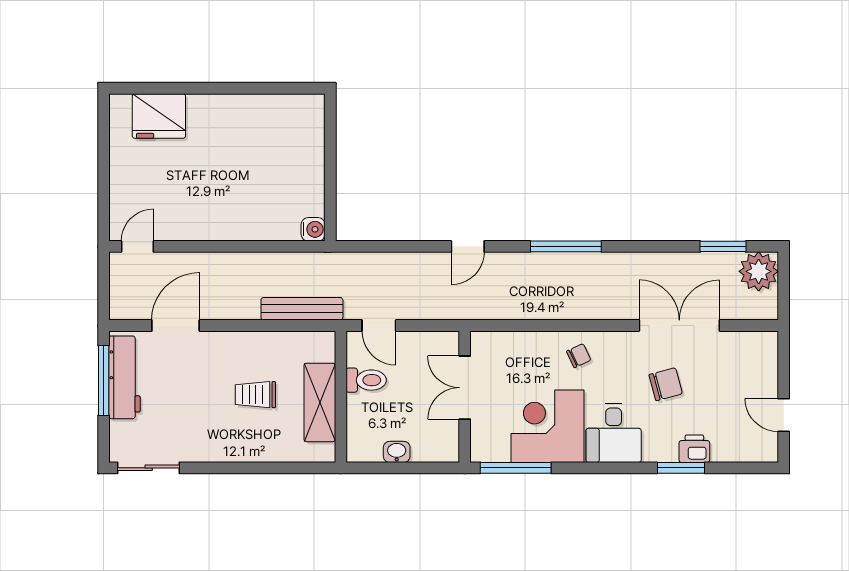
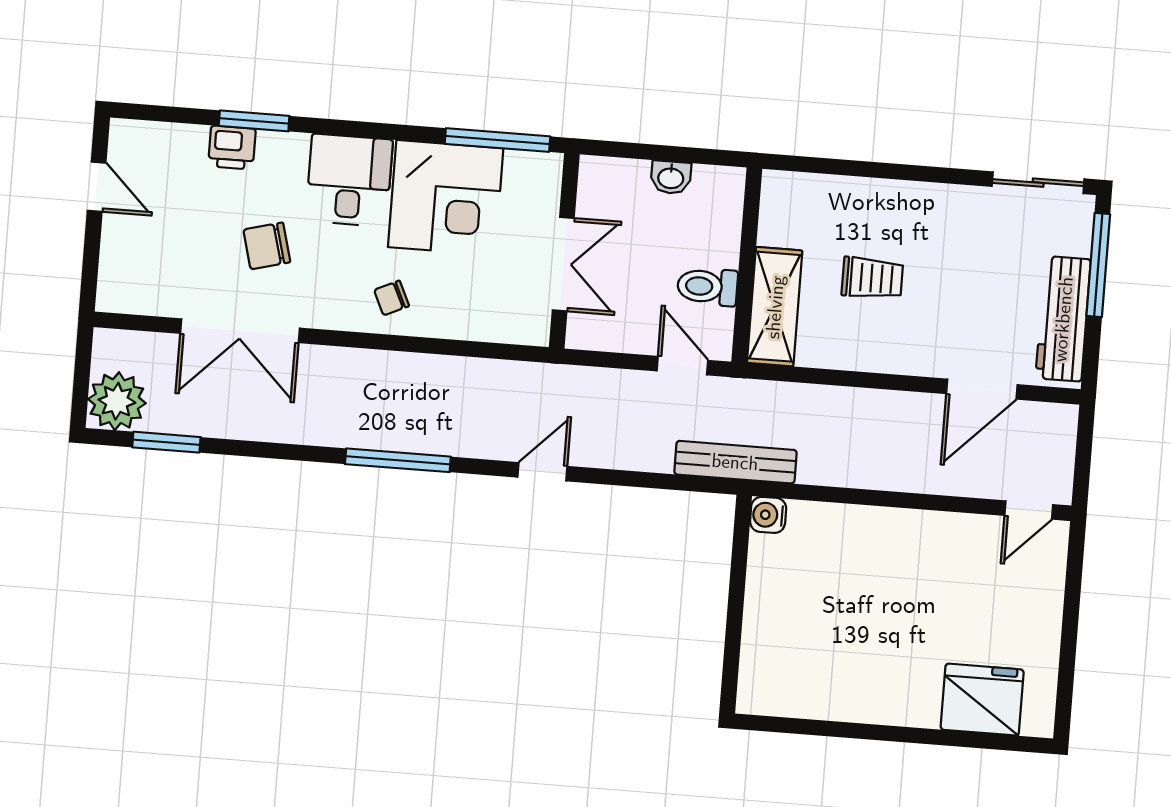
bench: (302, 309) -> (735, 462), moved
window: (104, 380) -> (1098, 265), moved
shelving: (320, 402) -> (775, 307), moved

